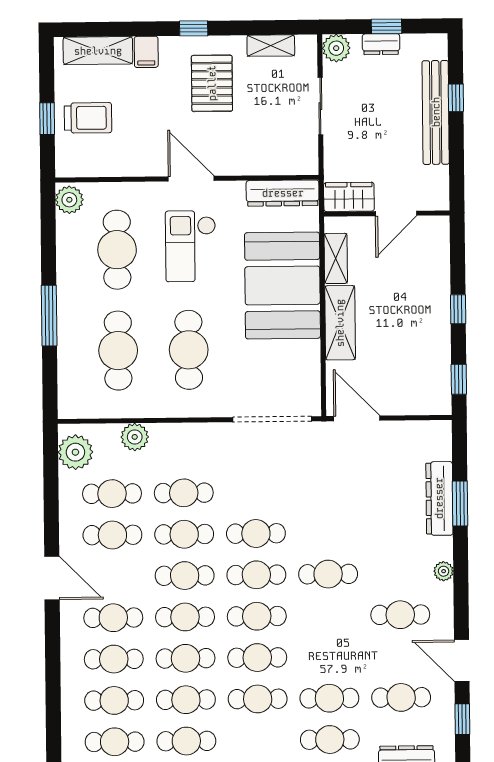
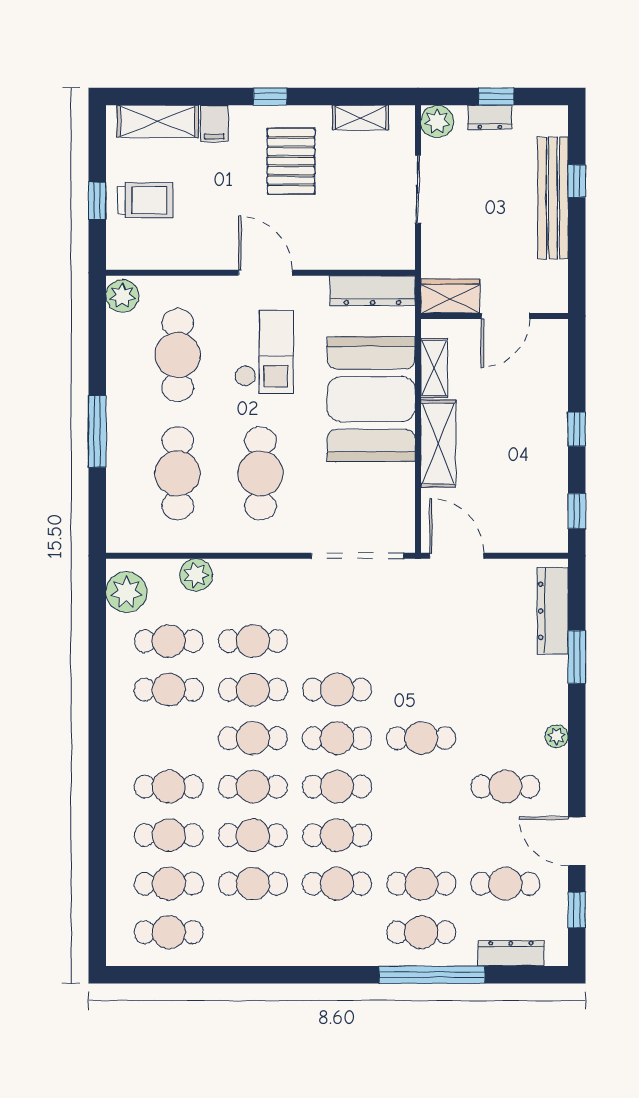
checkout: (191, 246) -> (264, 352), turned 180
dresser: (439, 498) -> (553, 611), moved
door: (52, 578) -> (97, 739), removed
cafe table: (186, 741) -> (253, 932), removed

